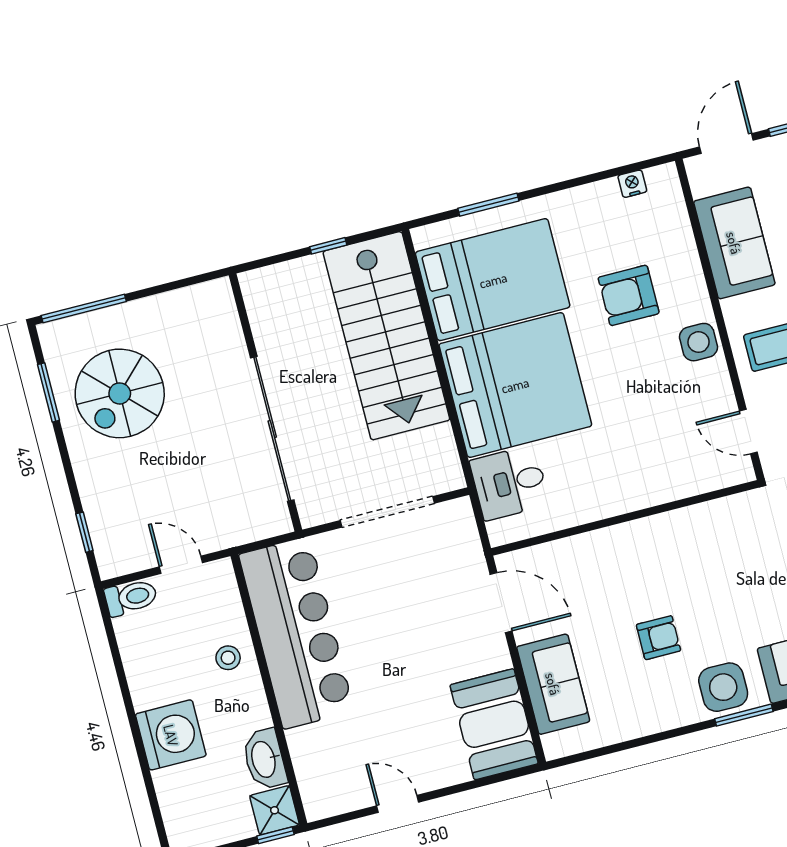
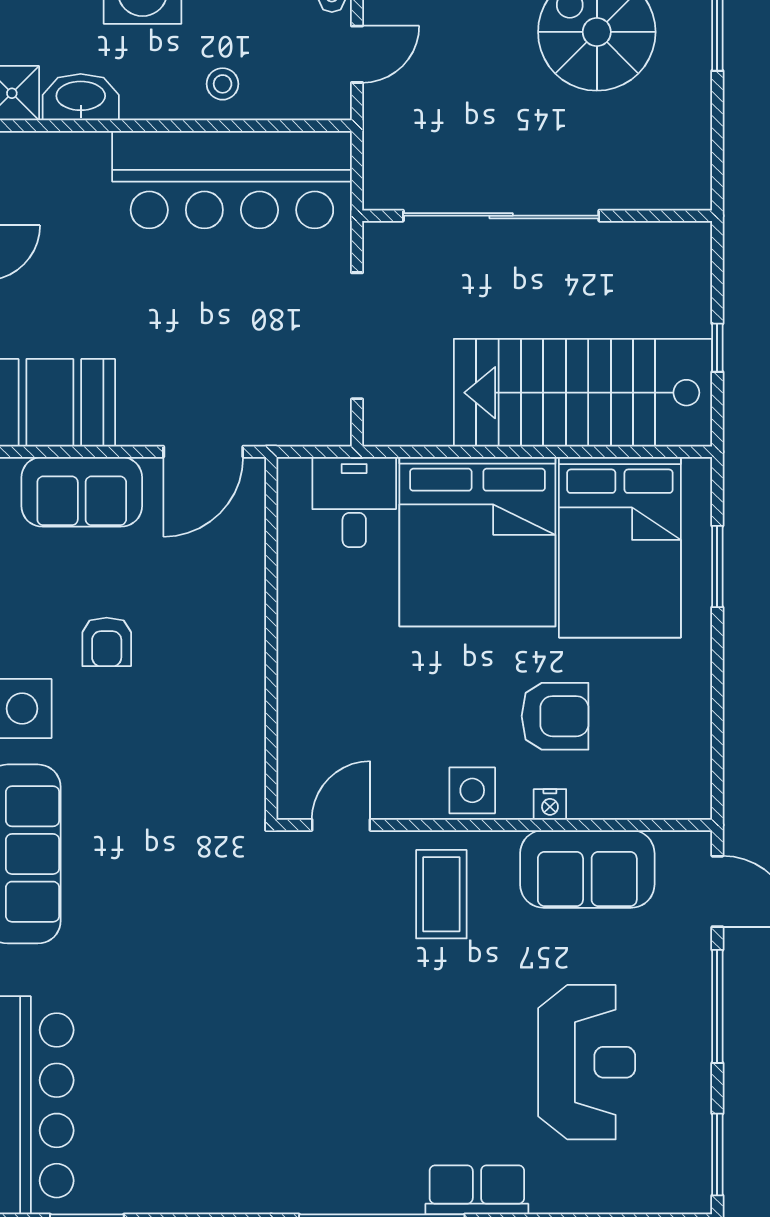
nightstand: (632, 184) -> (550, 804), moved, turned 90
armchair: (629, 295) -> (555, 716), turned 90

